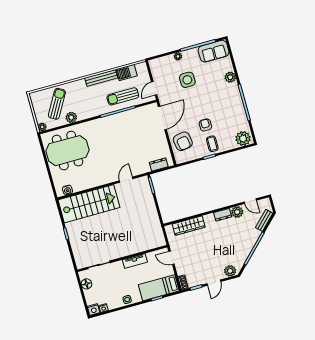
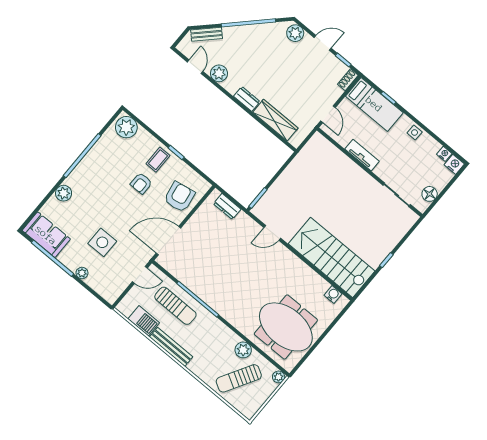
dresser: (223, 215) -> (247, 99), moved

